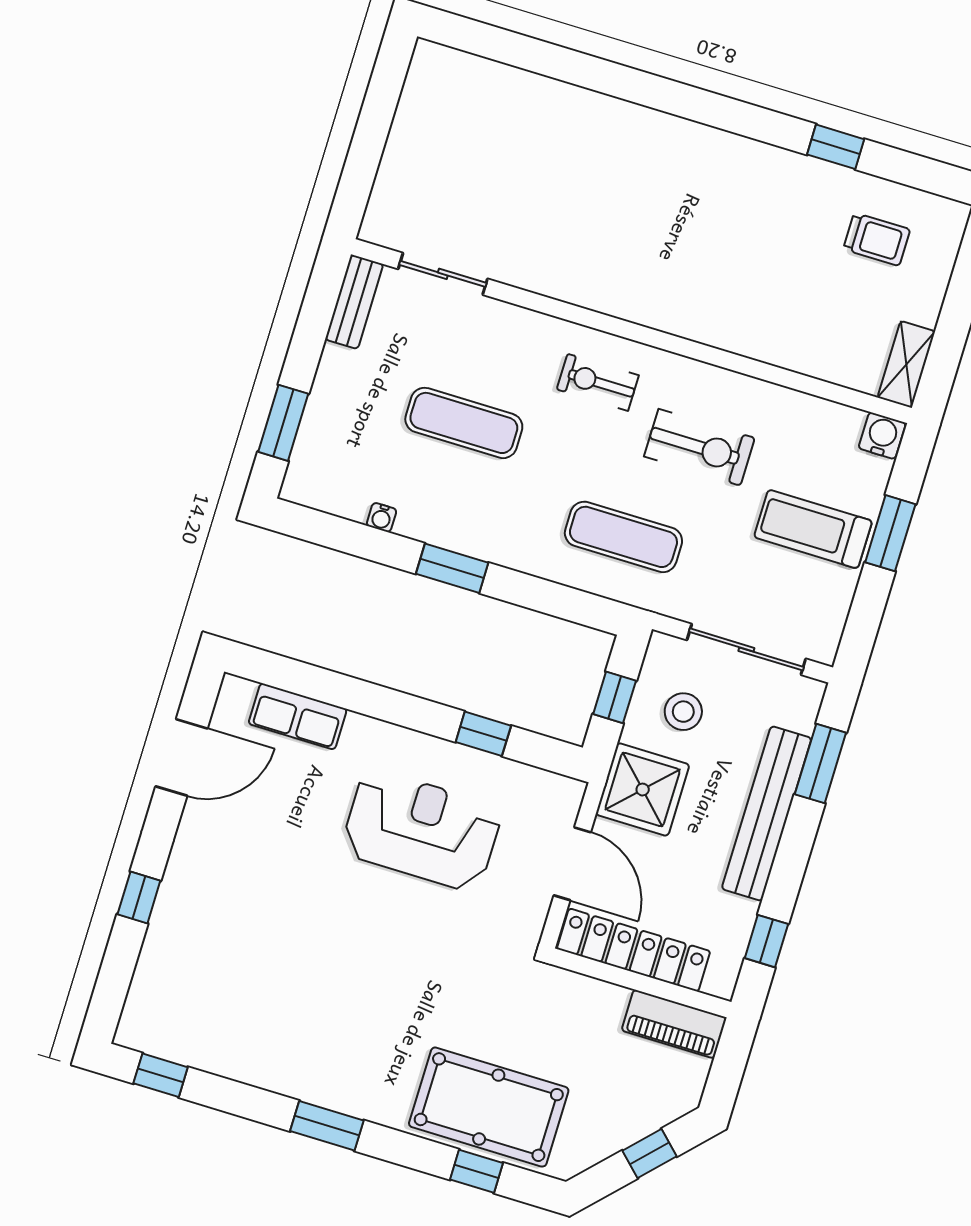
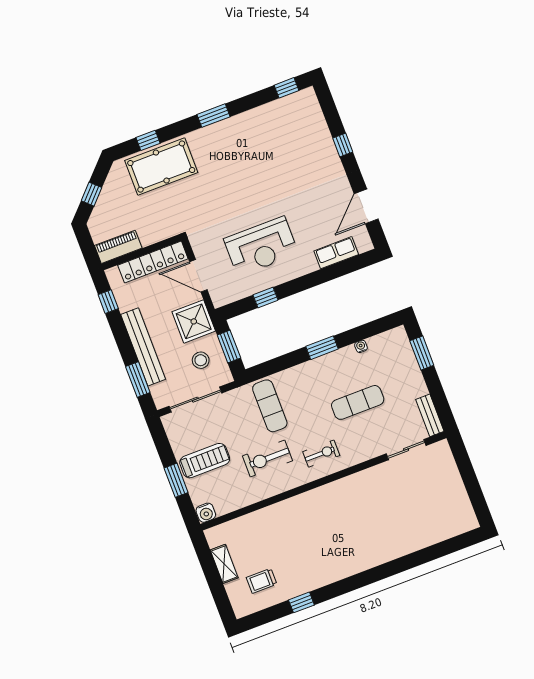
shelving: (906, 364) -> (224, 564), moved
exercise mat: (623, 537) -> (270, 406), turned 90
window: (615, 697) -> (229, 346), width x1.50

